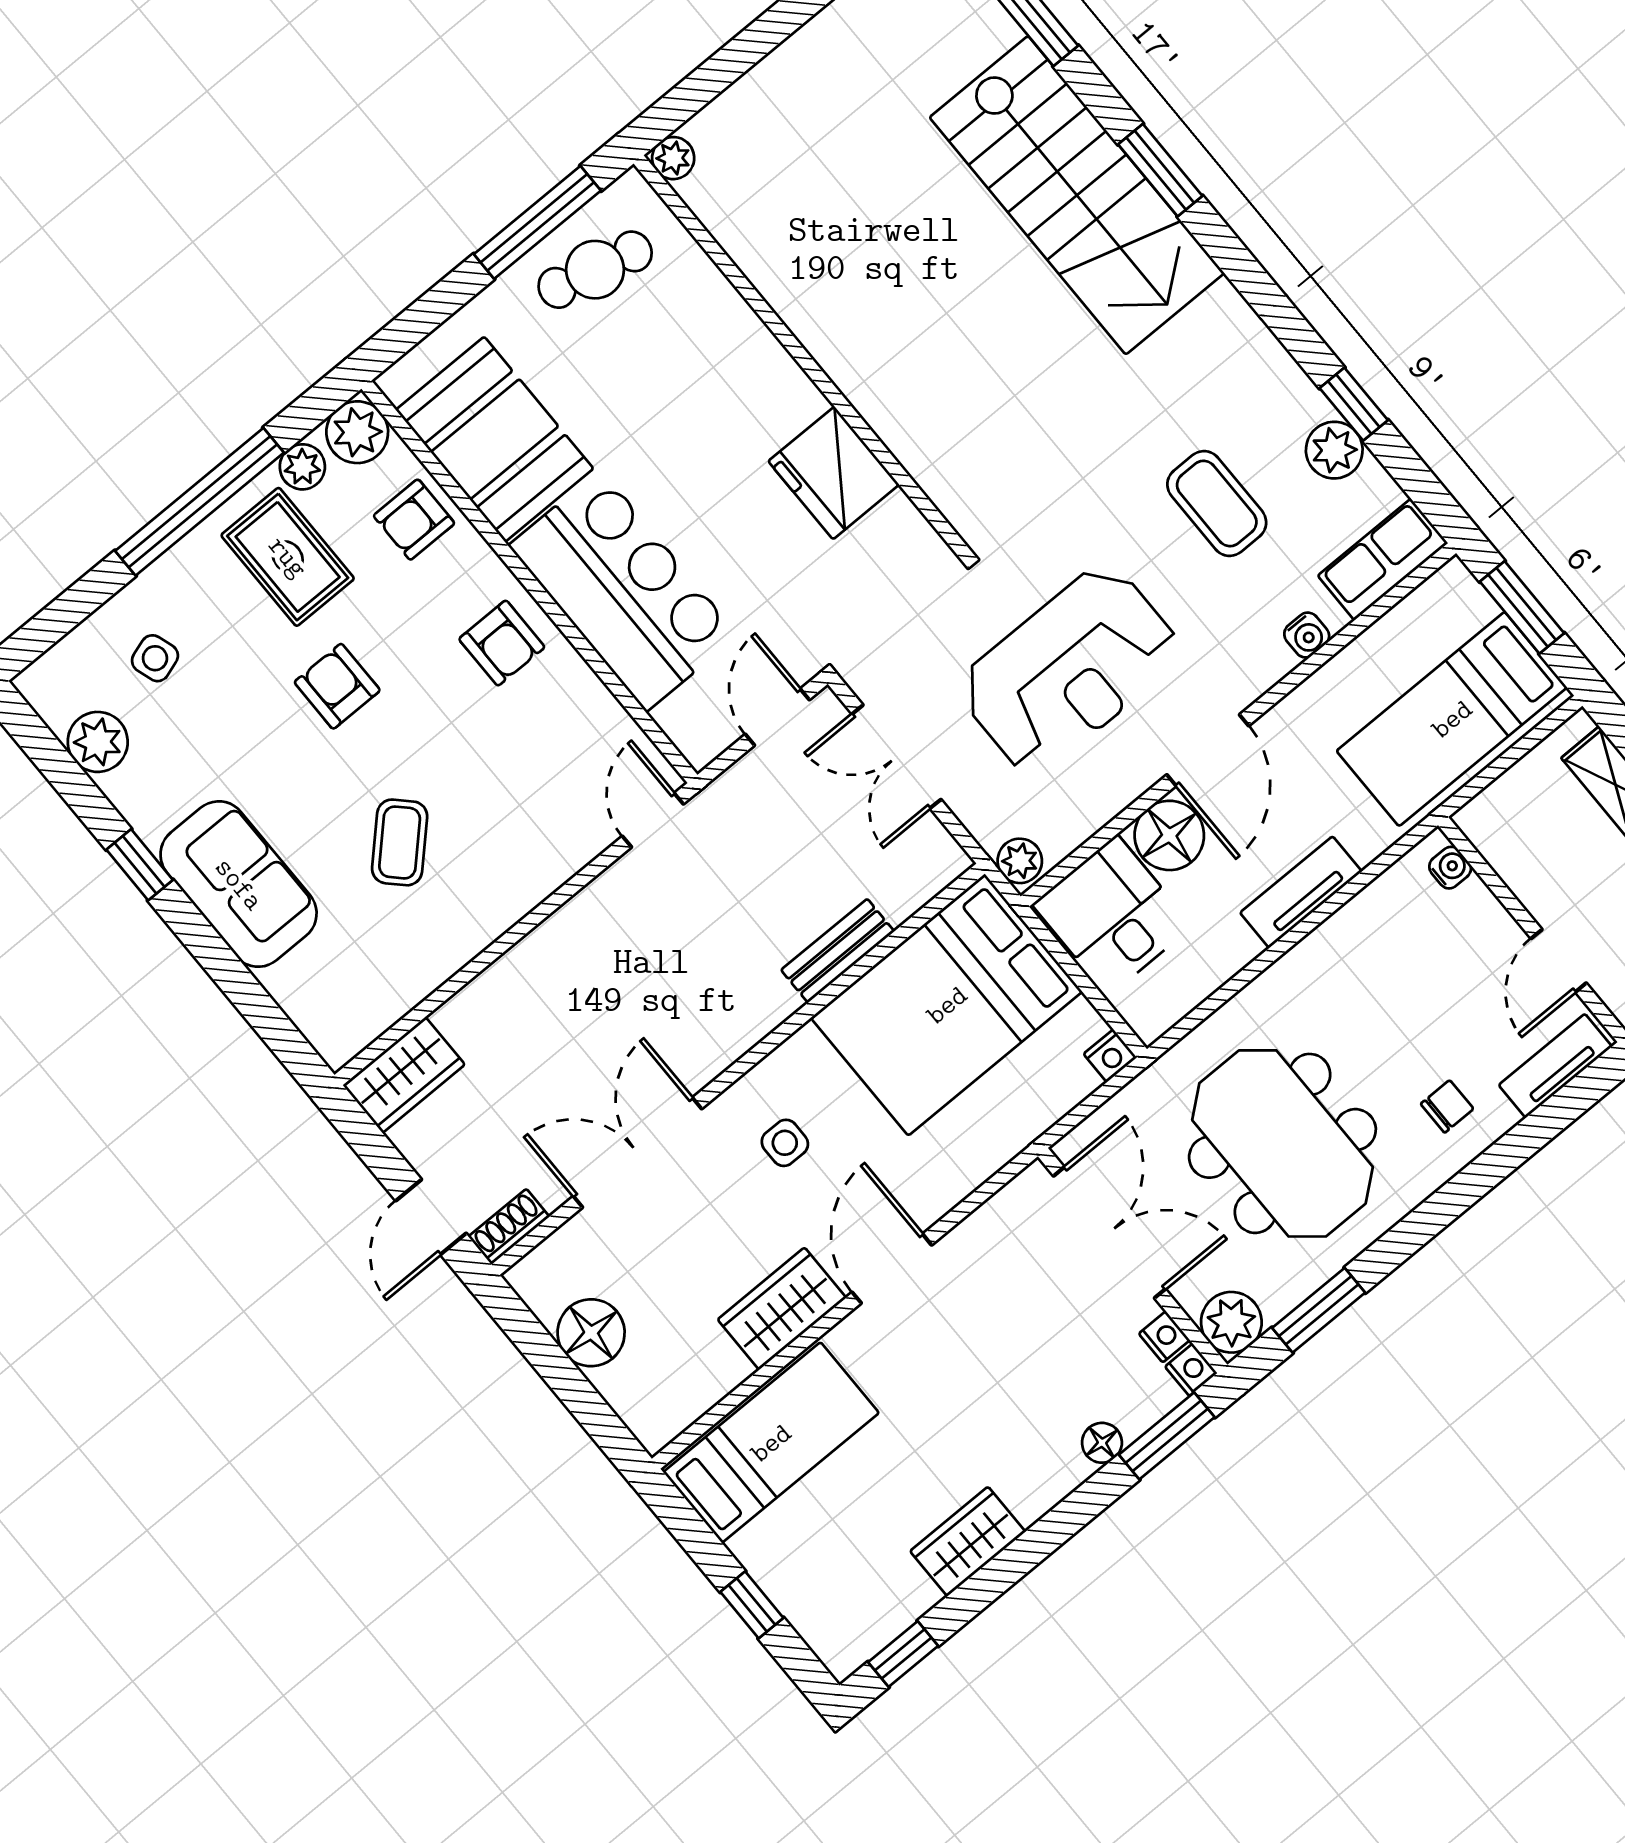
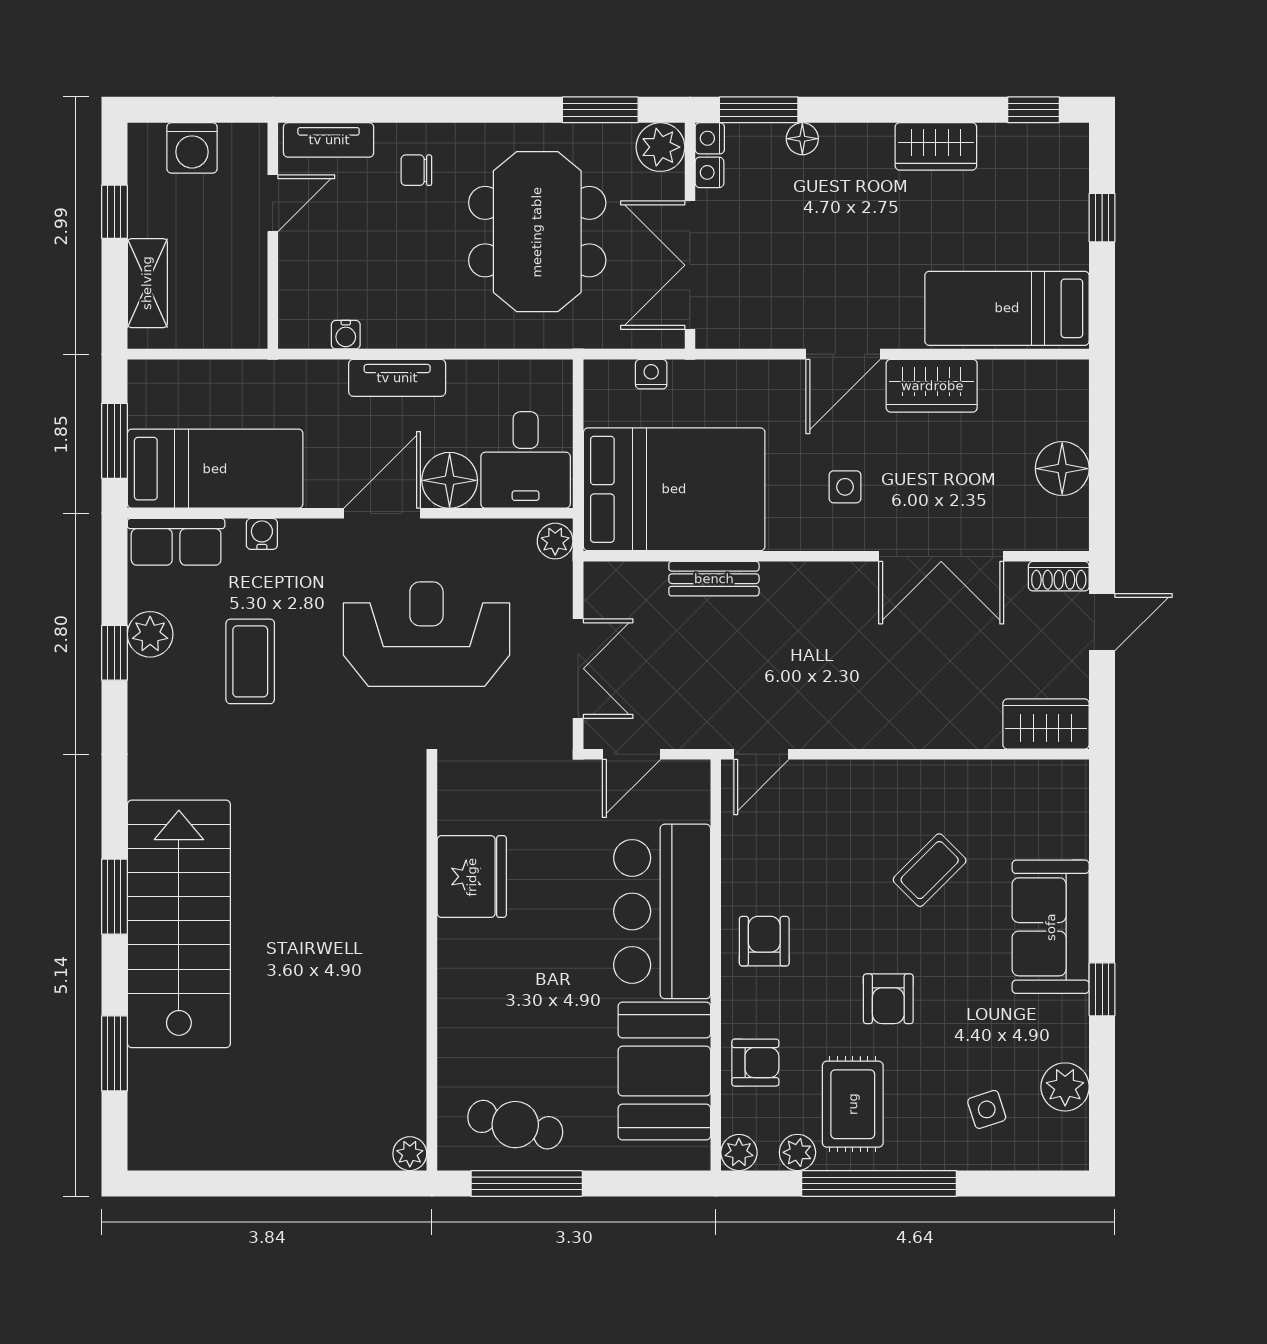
plant: (357, 432) -> (739, 1153), width x0.73, depth x0.73
bed: (1452, 719) -> (215, 469), moved
water cooler: (1450, 868) -> (346, 335), moved, turned -90
nightstand: (1110, 1056) -> (651, 374), moved

